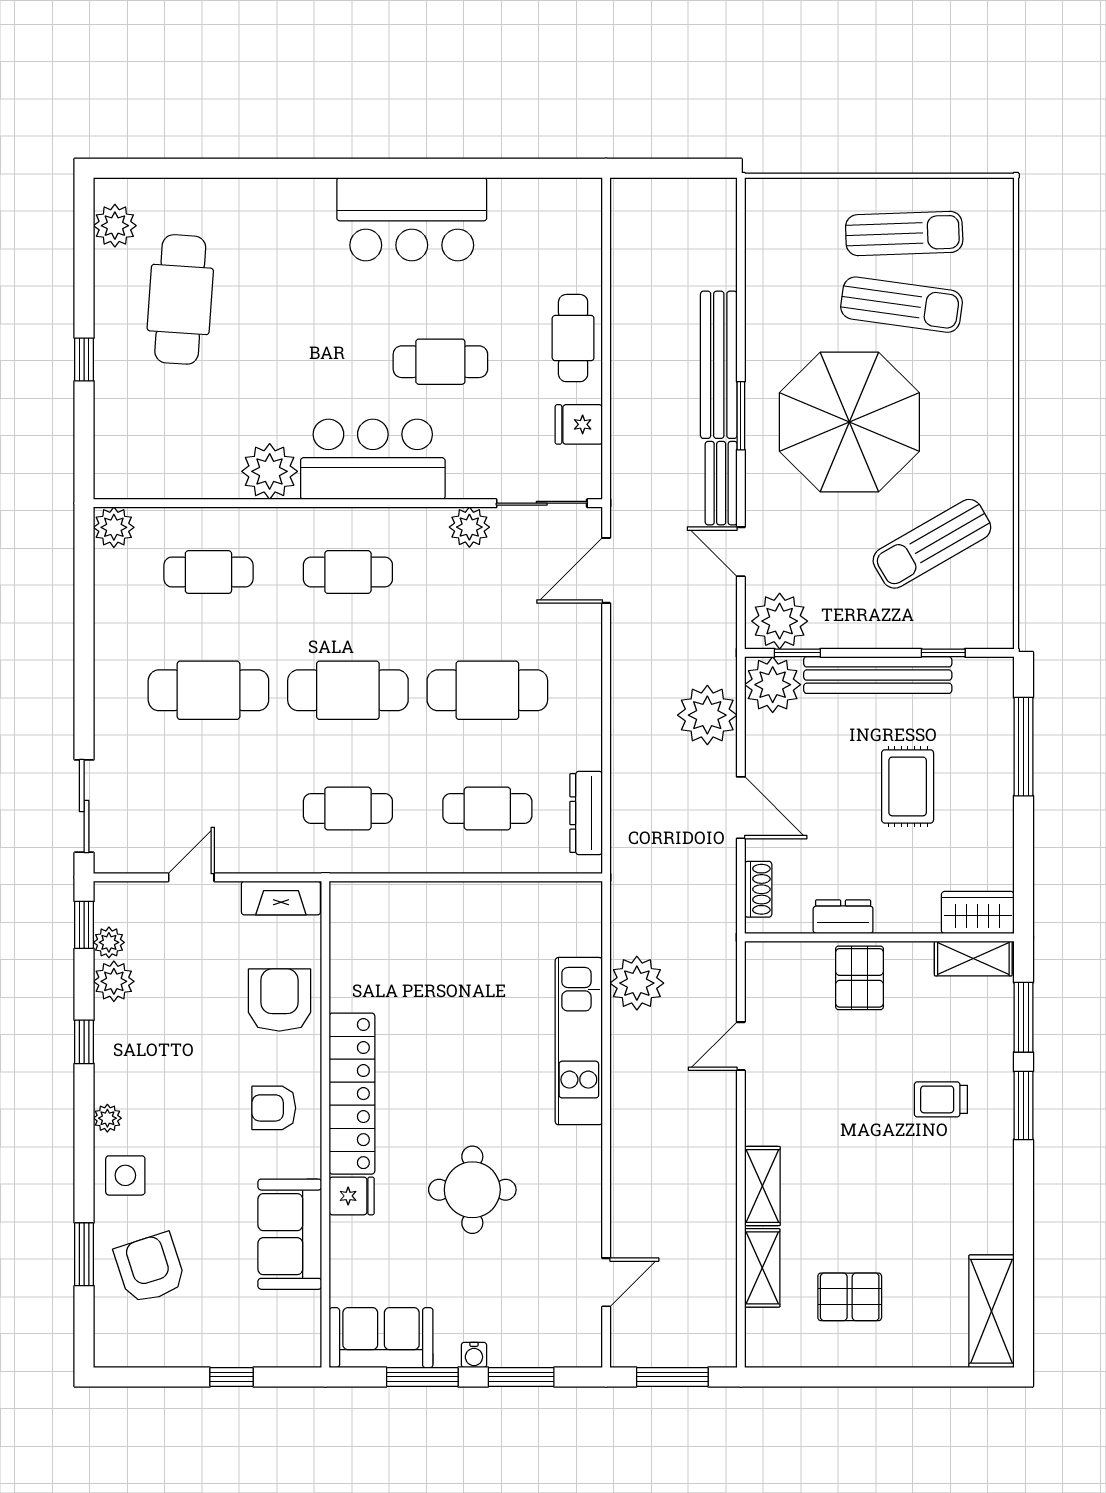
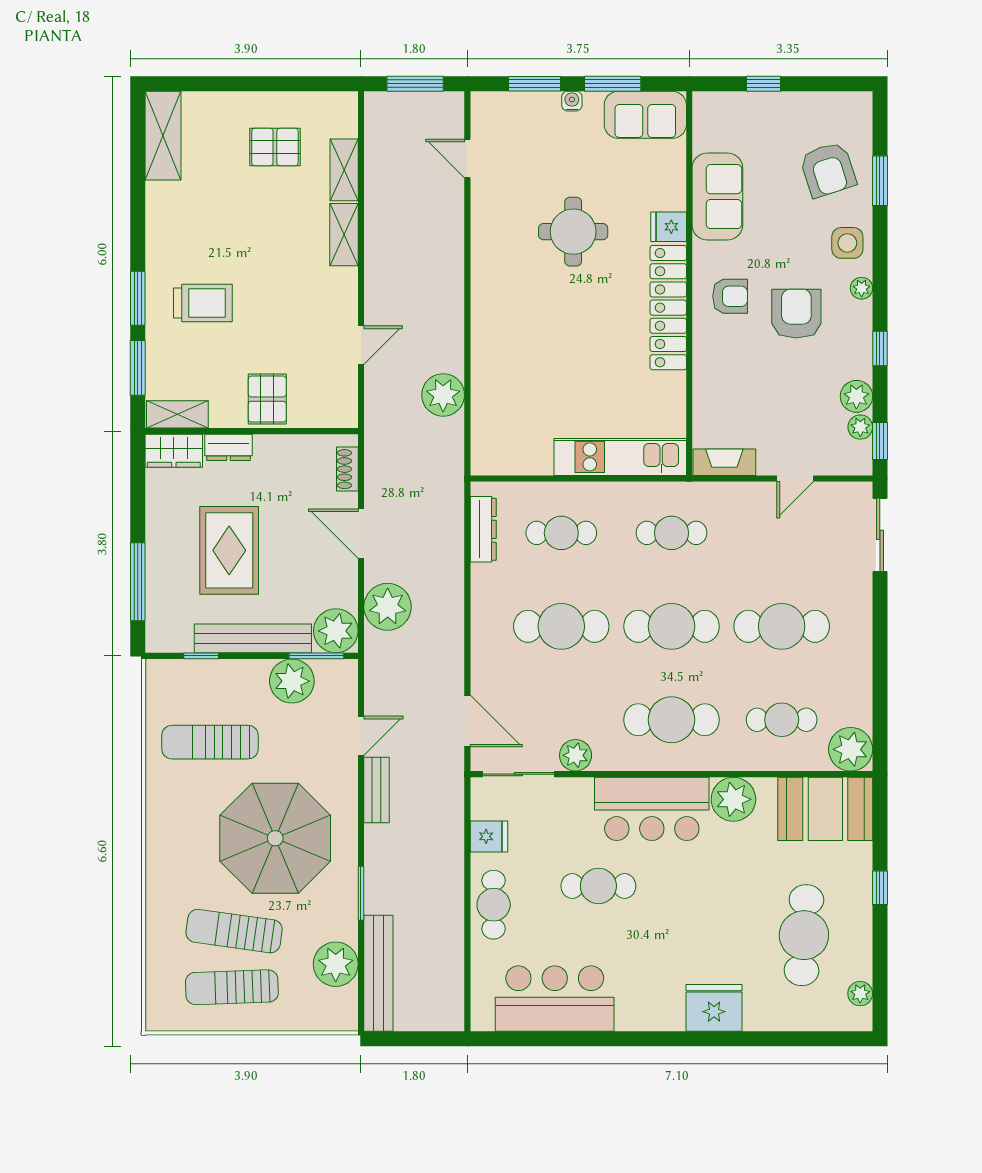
fridge: (294, 207) -> (714, 1008), added
bar counter: (412, 219) -> (555, 999), moved
plant: (115, 226) -> (860, 994), width x0.73, depth x0.73
plant: (773, 263) -> (336, 964), added
bench: (719, 365) -> (378, 973), moved
window: (741, 416) -> (361, 893), moved
booth: (153, 459) -> (825, 809), added
plant: (114, 527) -> (851, 749), width x1.36, depth x1.36
sun lounger: (932, 544) -> (210, 742), turned -150
door: (741, 552) -> (361, 736), hinge flipped
door: (606, 570) -> (467, 721), hinge flipped
cafe table: (348, 572) -> (671, 720), width x1.37, depth x1.35
plant: (780, 621) -> (292, 681), moved
window: (797, 653) -> (316, 656), width x1.50
rug: (908, 786) -> (229, 550), width x1.36, depth x1.43
dresser: (843, 917) -> (228, 447), moved
armchair: (279, 1000) -> (796, 314), moved, turned 180
kitchen unit: (579, 1041) -> (620, 457), moved, turned -90
trolley: (941, 1099) -> (203, 303), width x1.36, depth x1.39
door: (606, 1282) -> (467, 158), hinge flipped

